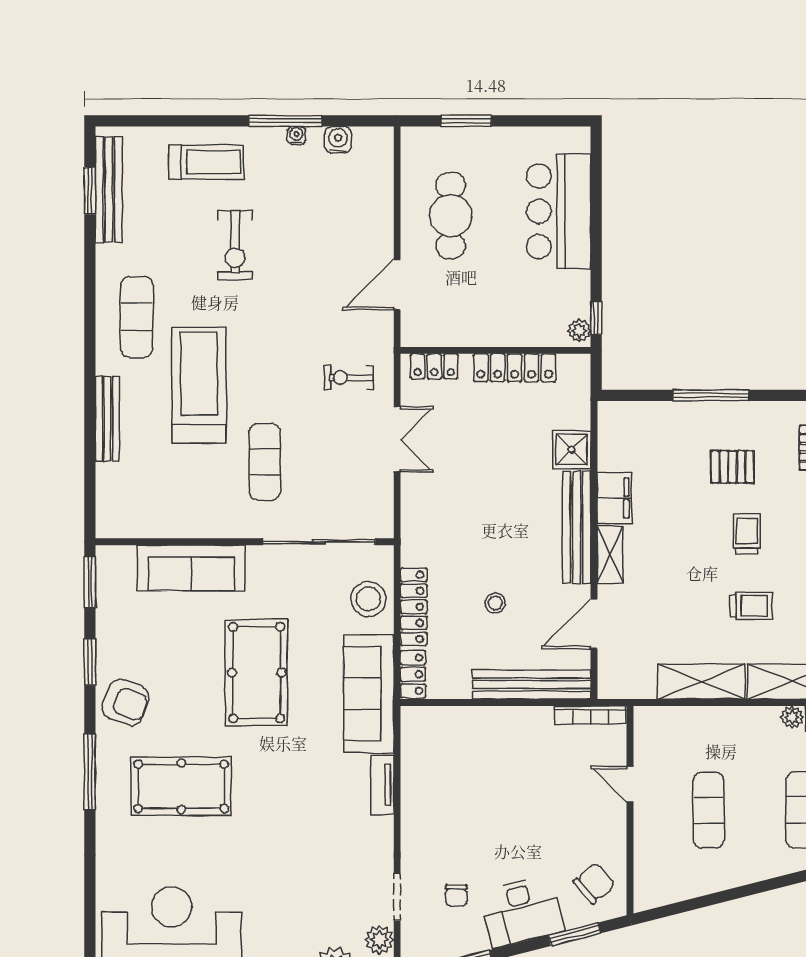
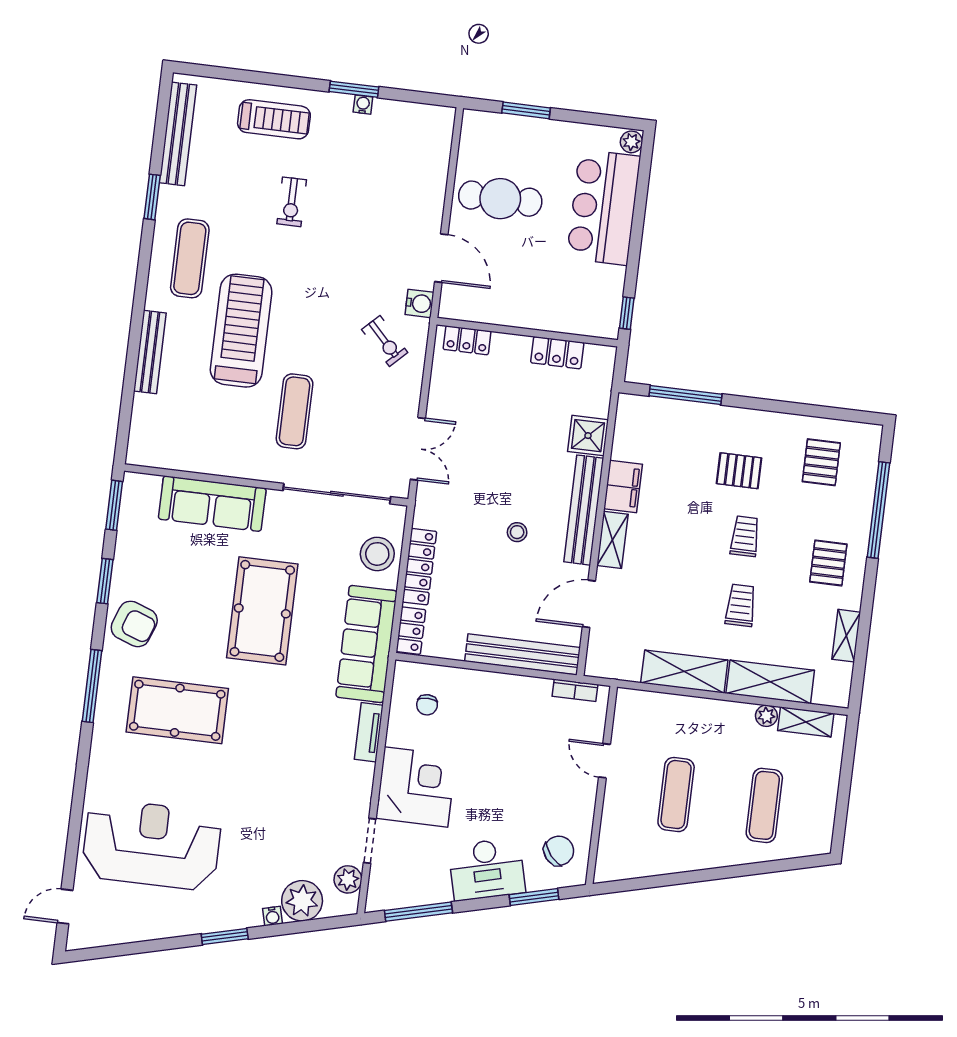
window: (285, 121) -> (354, 89), width x0.69
water cooler: (338, 140) -> (419, 303), moved, turned 90
window: (90, 191) -> (152, 197), moved
cafe table: (451, 215) -> (500, 199), turned 90
exercise bike: (235, 245) -> (292, 202), width x0.73, depth x0.72
door: (397, 285) -> (441, 258), swing flipped
plant: (579, 331) -> (631, 142), moved
locker: (515, 368) -> (557, 353), width x0.66
exercise bike: (349, 378) -> (385, 341), turned -134
window: (711, 395) -> (685, 395), moved
double door: (397, 439) -> (418, 449), moved
stool: (495, 603) -> (517, 532), moved
trolley: (751, 606) -> (741, 605), turned -90
bookcase: (590, 715) -> (575, 690), width x0.64
corner desk: (438, 835) -> (416, 787), added
chair: (456, 895) -> (427, 705), moved

